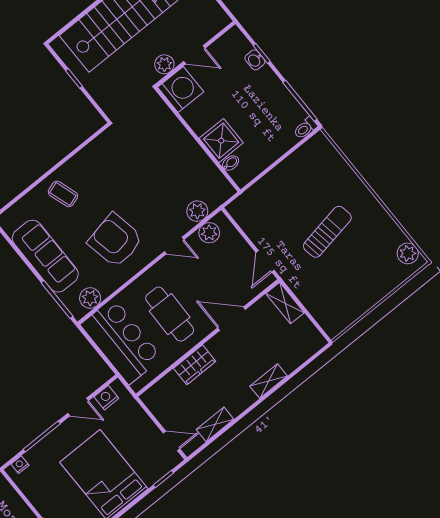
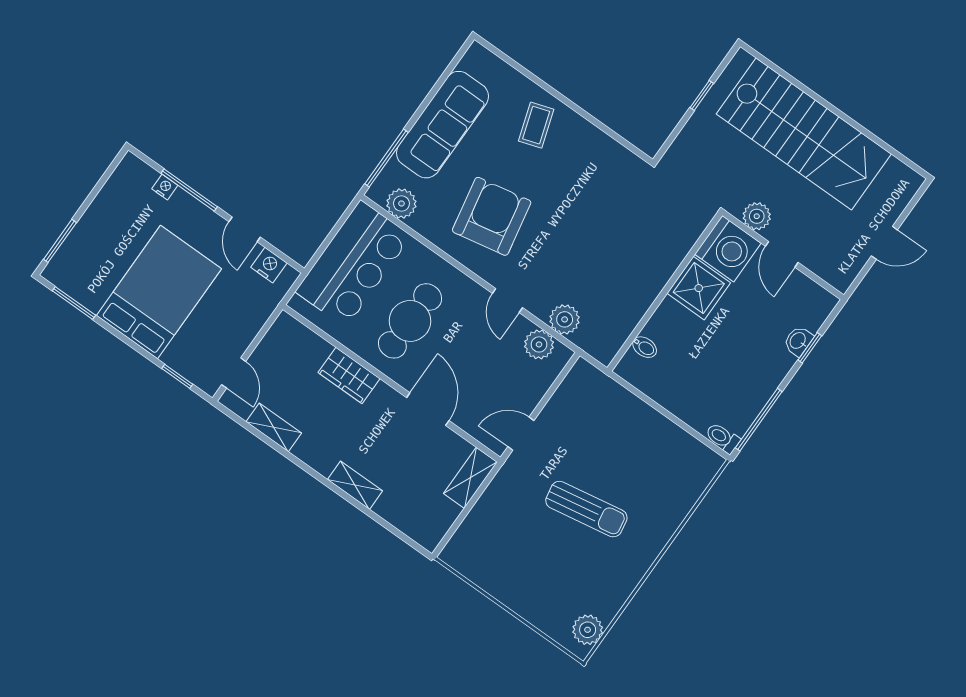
shower: (221, 141) -> (699, 288), moved
nightstand: (20, 465) -> (165, 187), moved

